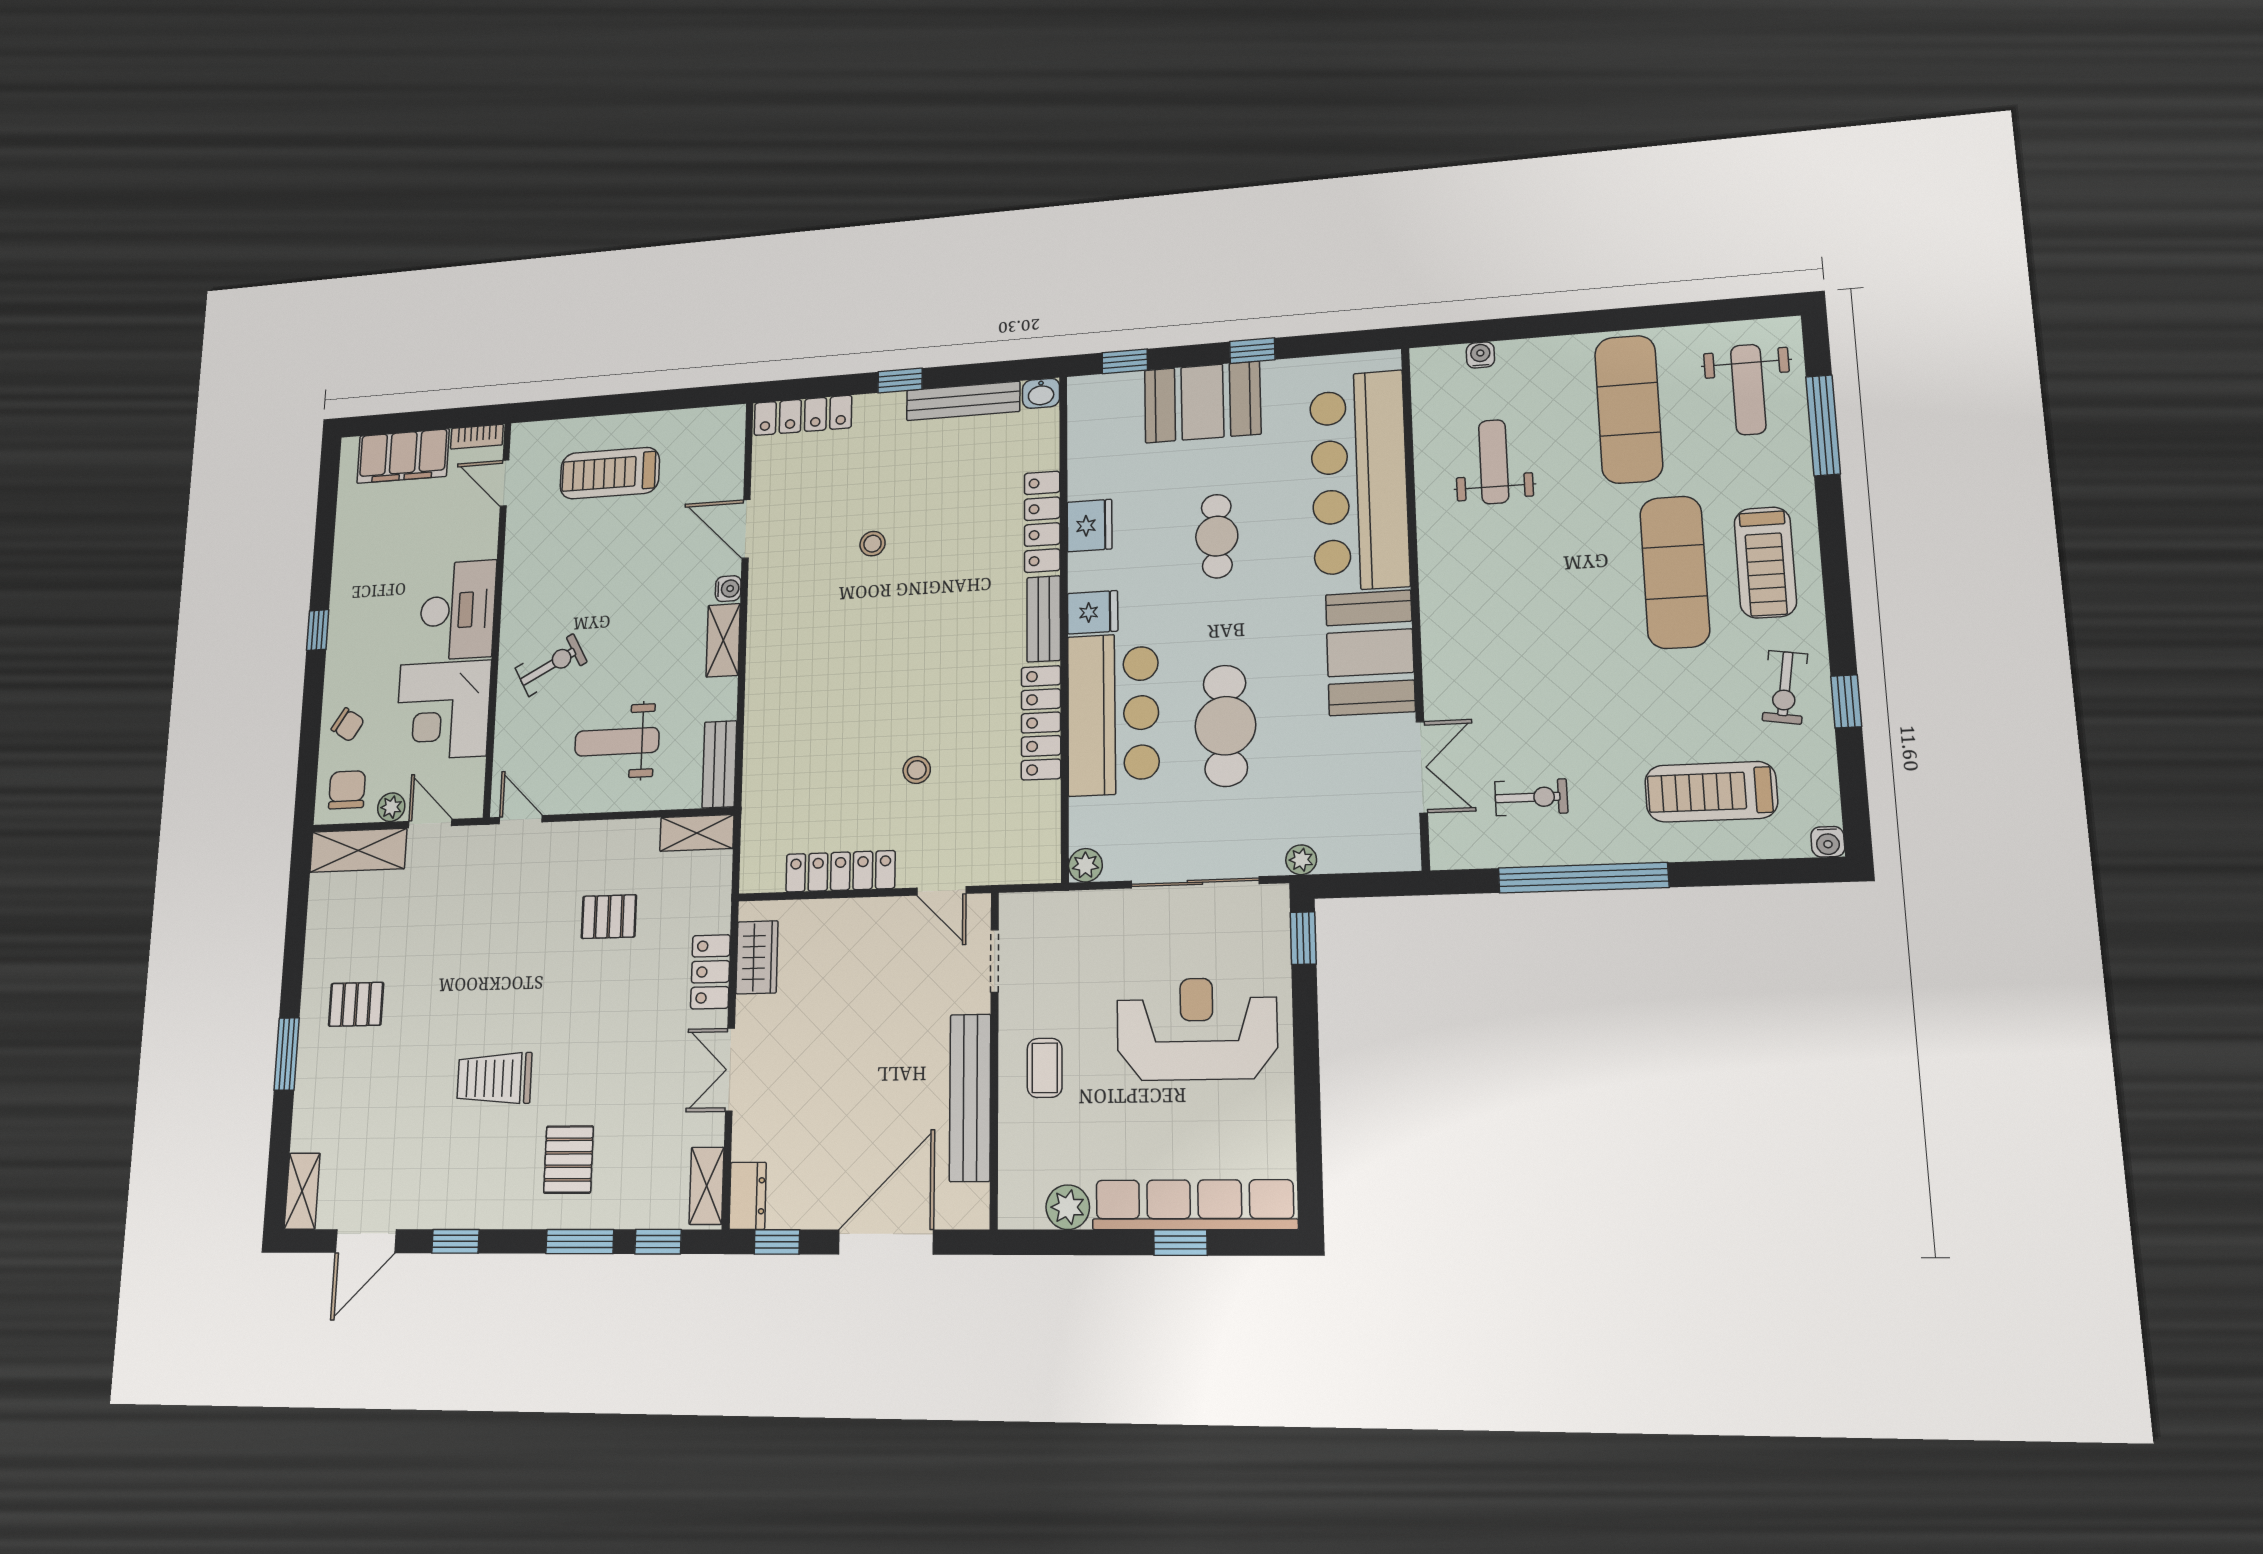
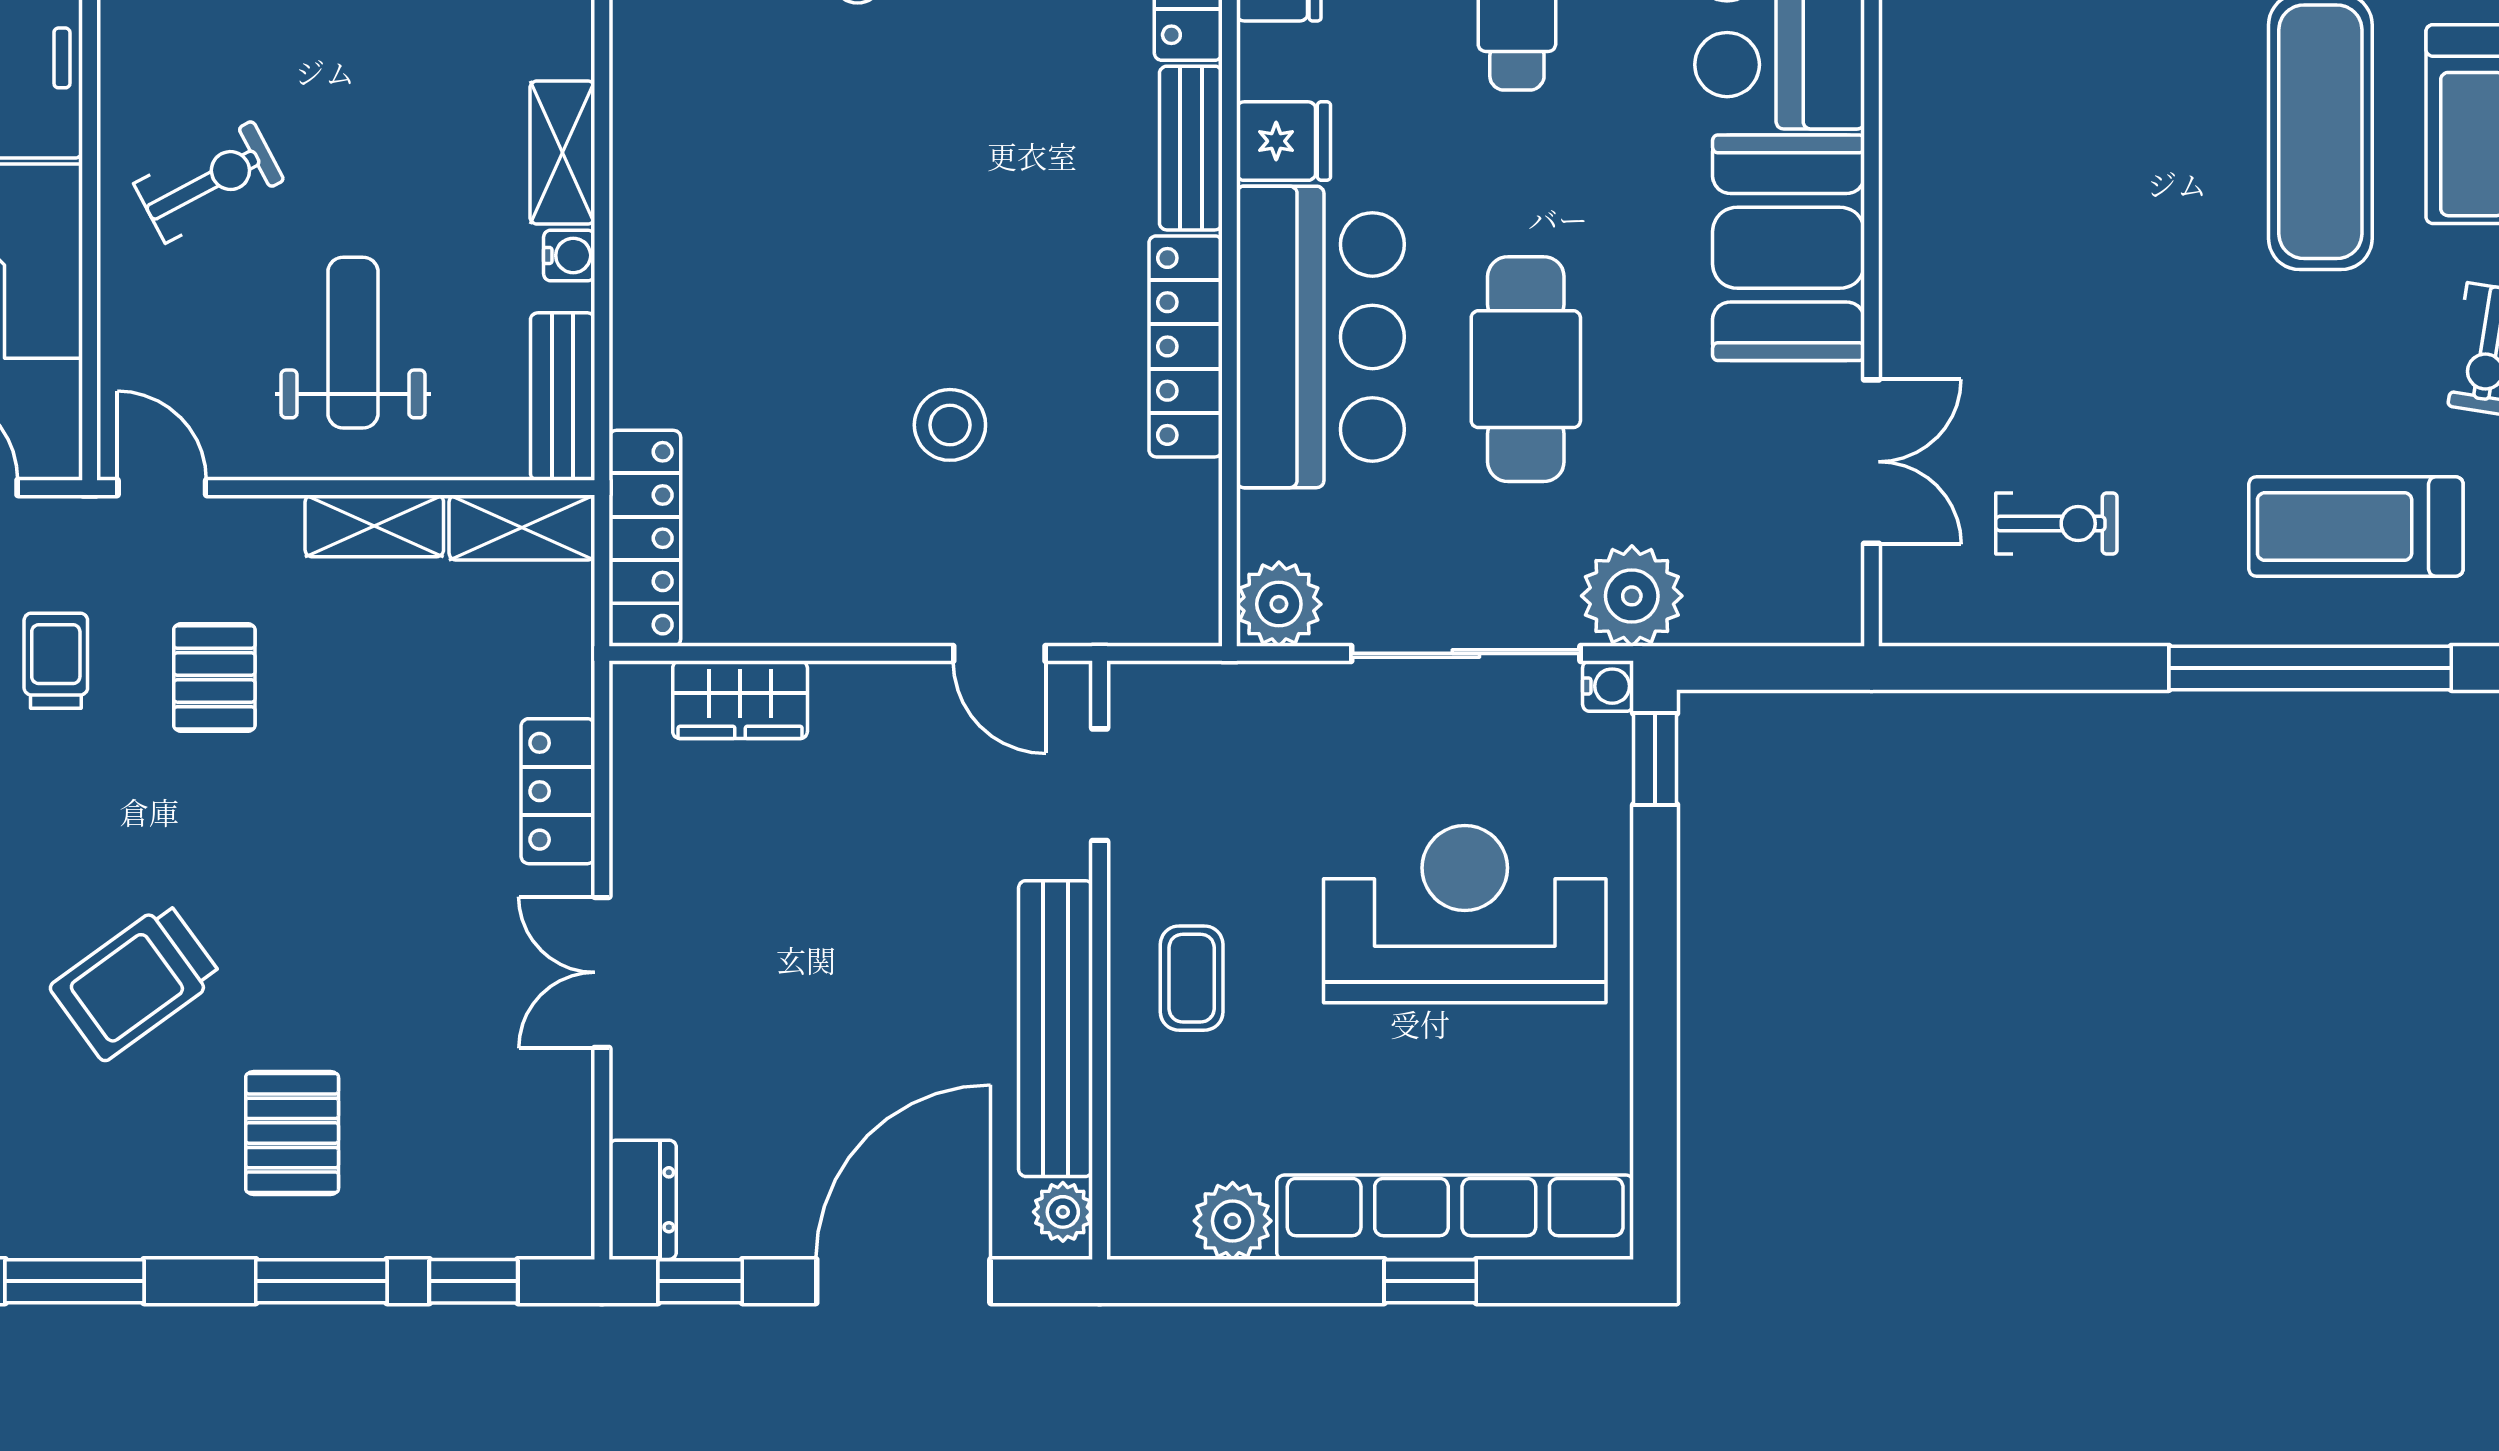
water cooler: (728, 589) -> (569, 255), moved
weight bench: (617, 742) -> (353, 343), turned 90
stool: (917, 770) -> (950, 425), width x1.37, depth x1.37
plant: (1301, 860) -> (1632, 596), width x1.88, depth x1.88
plant: (1085, 865) -> (1279, 604), width x1.38, depth x1.38
locker: (840, 871) -> (645, 538), moved, turned 90
window: (1583, 878) -> (2310, 668), moved
water cooler: (1275, 898) -> (1608, 686), added
trolley: (465, 910) -> (56, 661), added
pallet: (609, 917) -> (214, 677), moved, turned 90
wardrobe: (757, 957) -> (740, 700), moved, turned 90
trolley: (494, 1078) -> (135, 982), turned -36
shelving: (707, 1186) -> (374, 526), moved, turned 90
plant: (973, 1202) -> (1063, 1212), added
window: (455, 1241) -> (74, 1281), width x1.50

